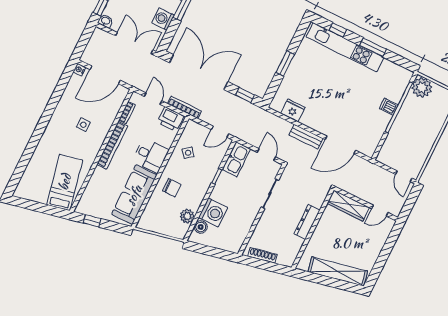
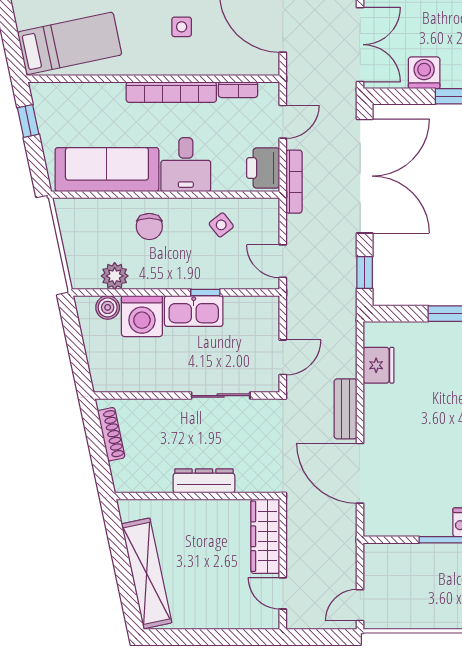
kitchen sink: (236, 159) -> (194, 311), moved

